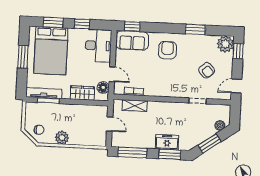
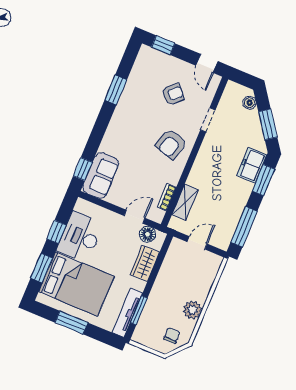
plant: (225, 44) -> (148, 58), removed
desk: (98, 46) -> (80, 237), moved, turned -90
armchair: (167, 50) -> (171, 144), moved, turned -73
freezer: (167, 142) -> (252, 165), moved

